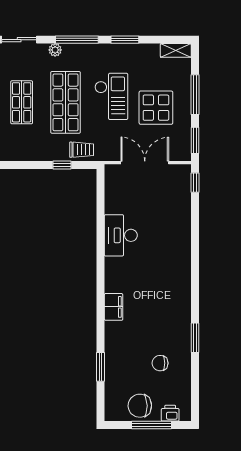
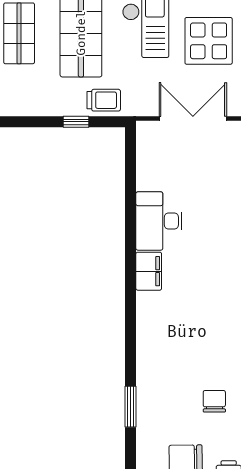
filing cabinet: (114, 307) -> (149, 271), moved
chair: (160, 363) -> (214, 401), turned 90

